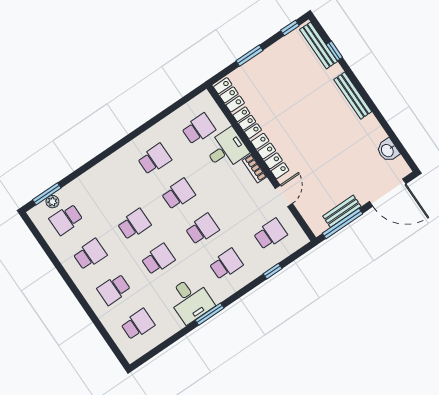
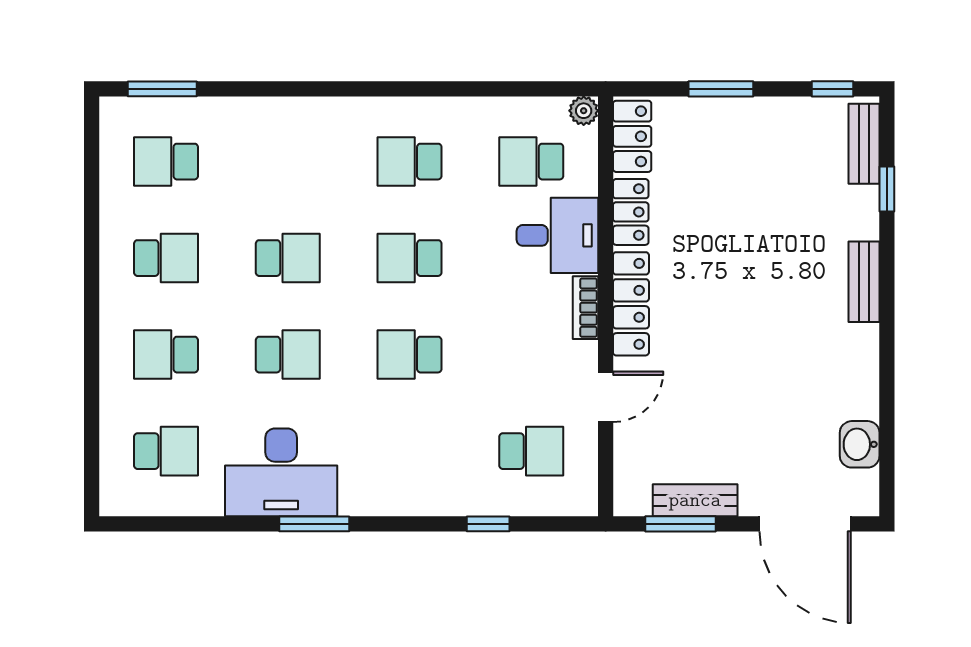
bench: (319, 45) -> (864, 144), width x0.73
bench: (353, 96) -> (864, 282), width x0.73
school desk: (199, 129) -> (531, 162), turned 180
school desk: (154, 159) -> (410, 162), turned 180
school desk: (178, 194) -> (410, 258), turned 180
plant: (52, 202) -> (584, 111), moved
window: (342, 223) -> (681, 524), width x0.69
school desk: (202, 229) -> (410, 355), turned 180
school desk: (226, 264) -> (410, 451), removed
desk: (190, 300) -> (281, 472), width x1.37

